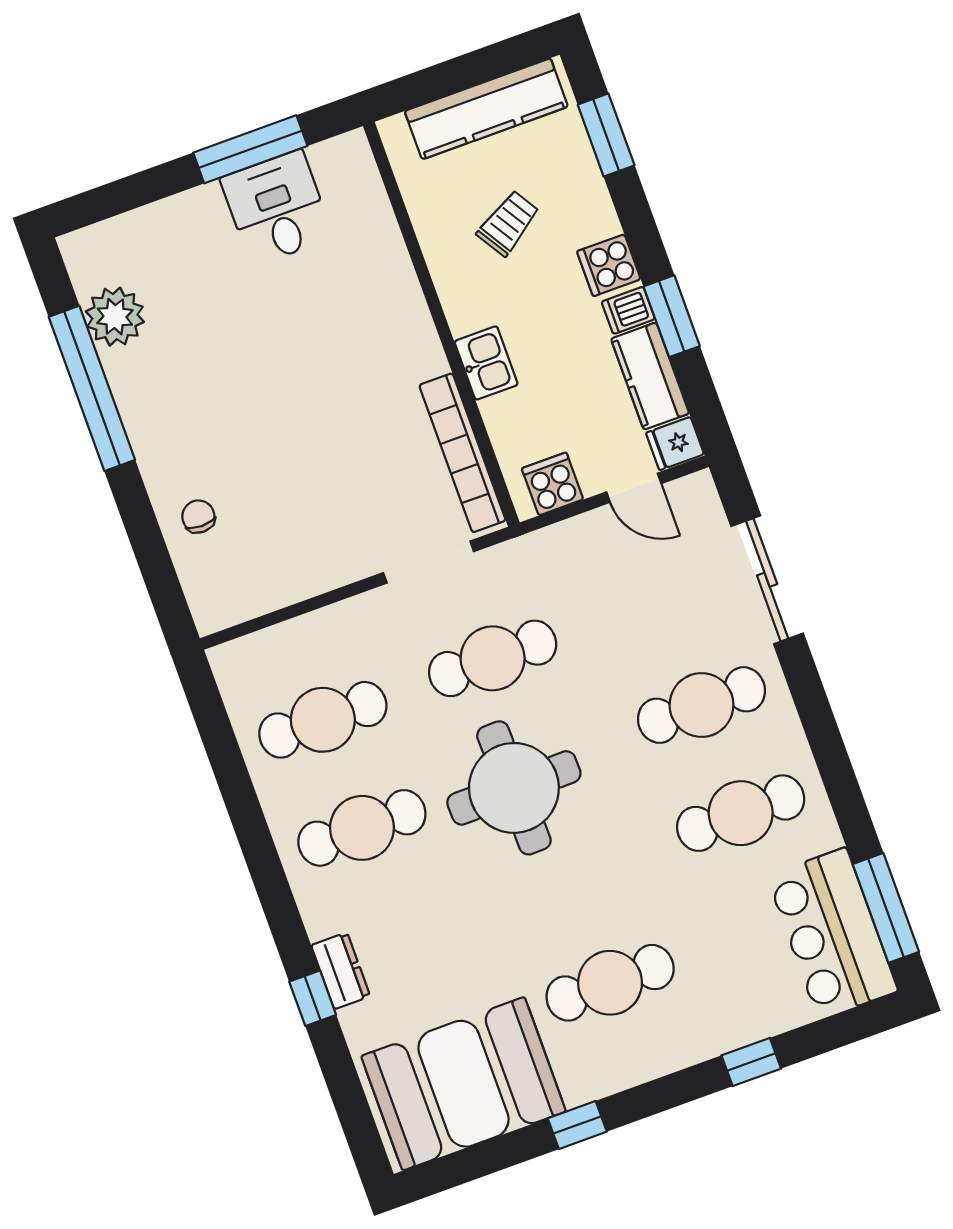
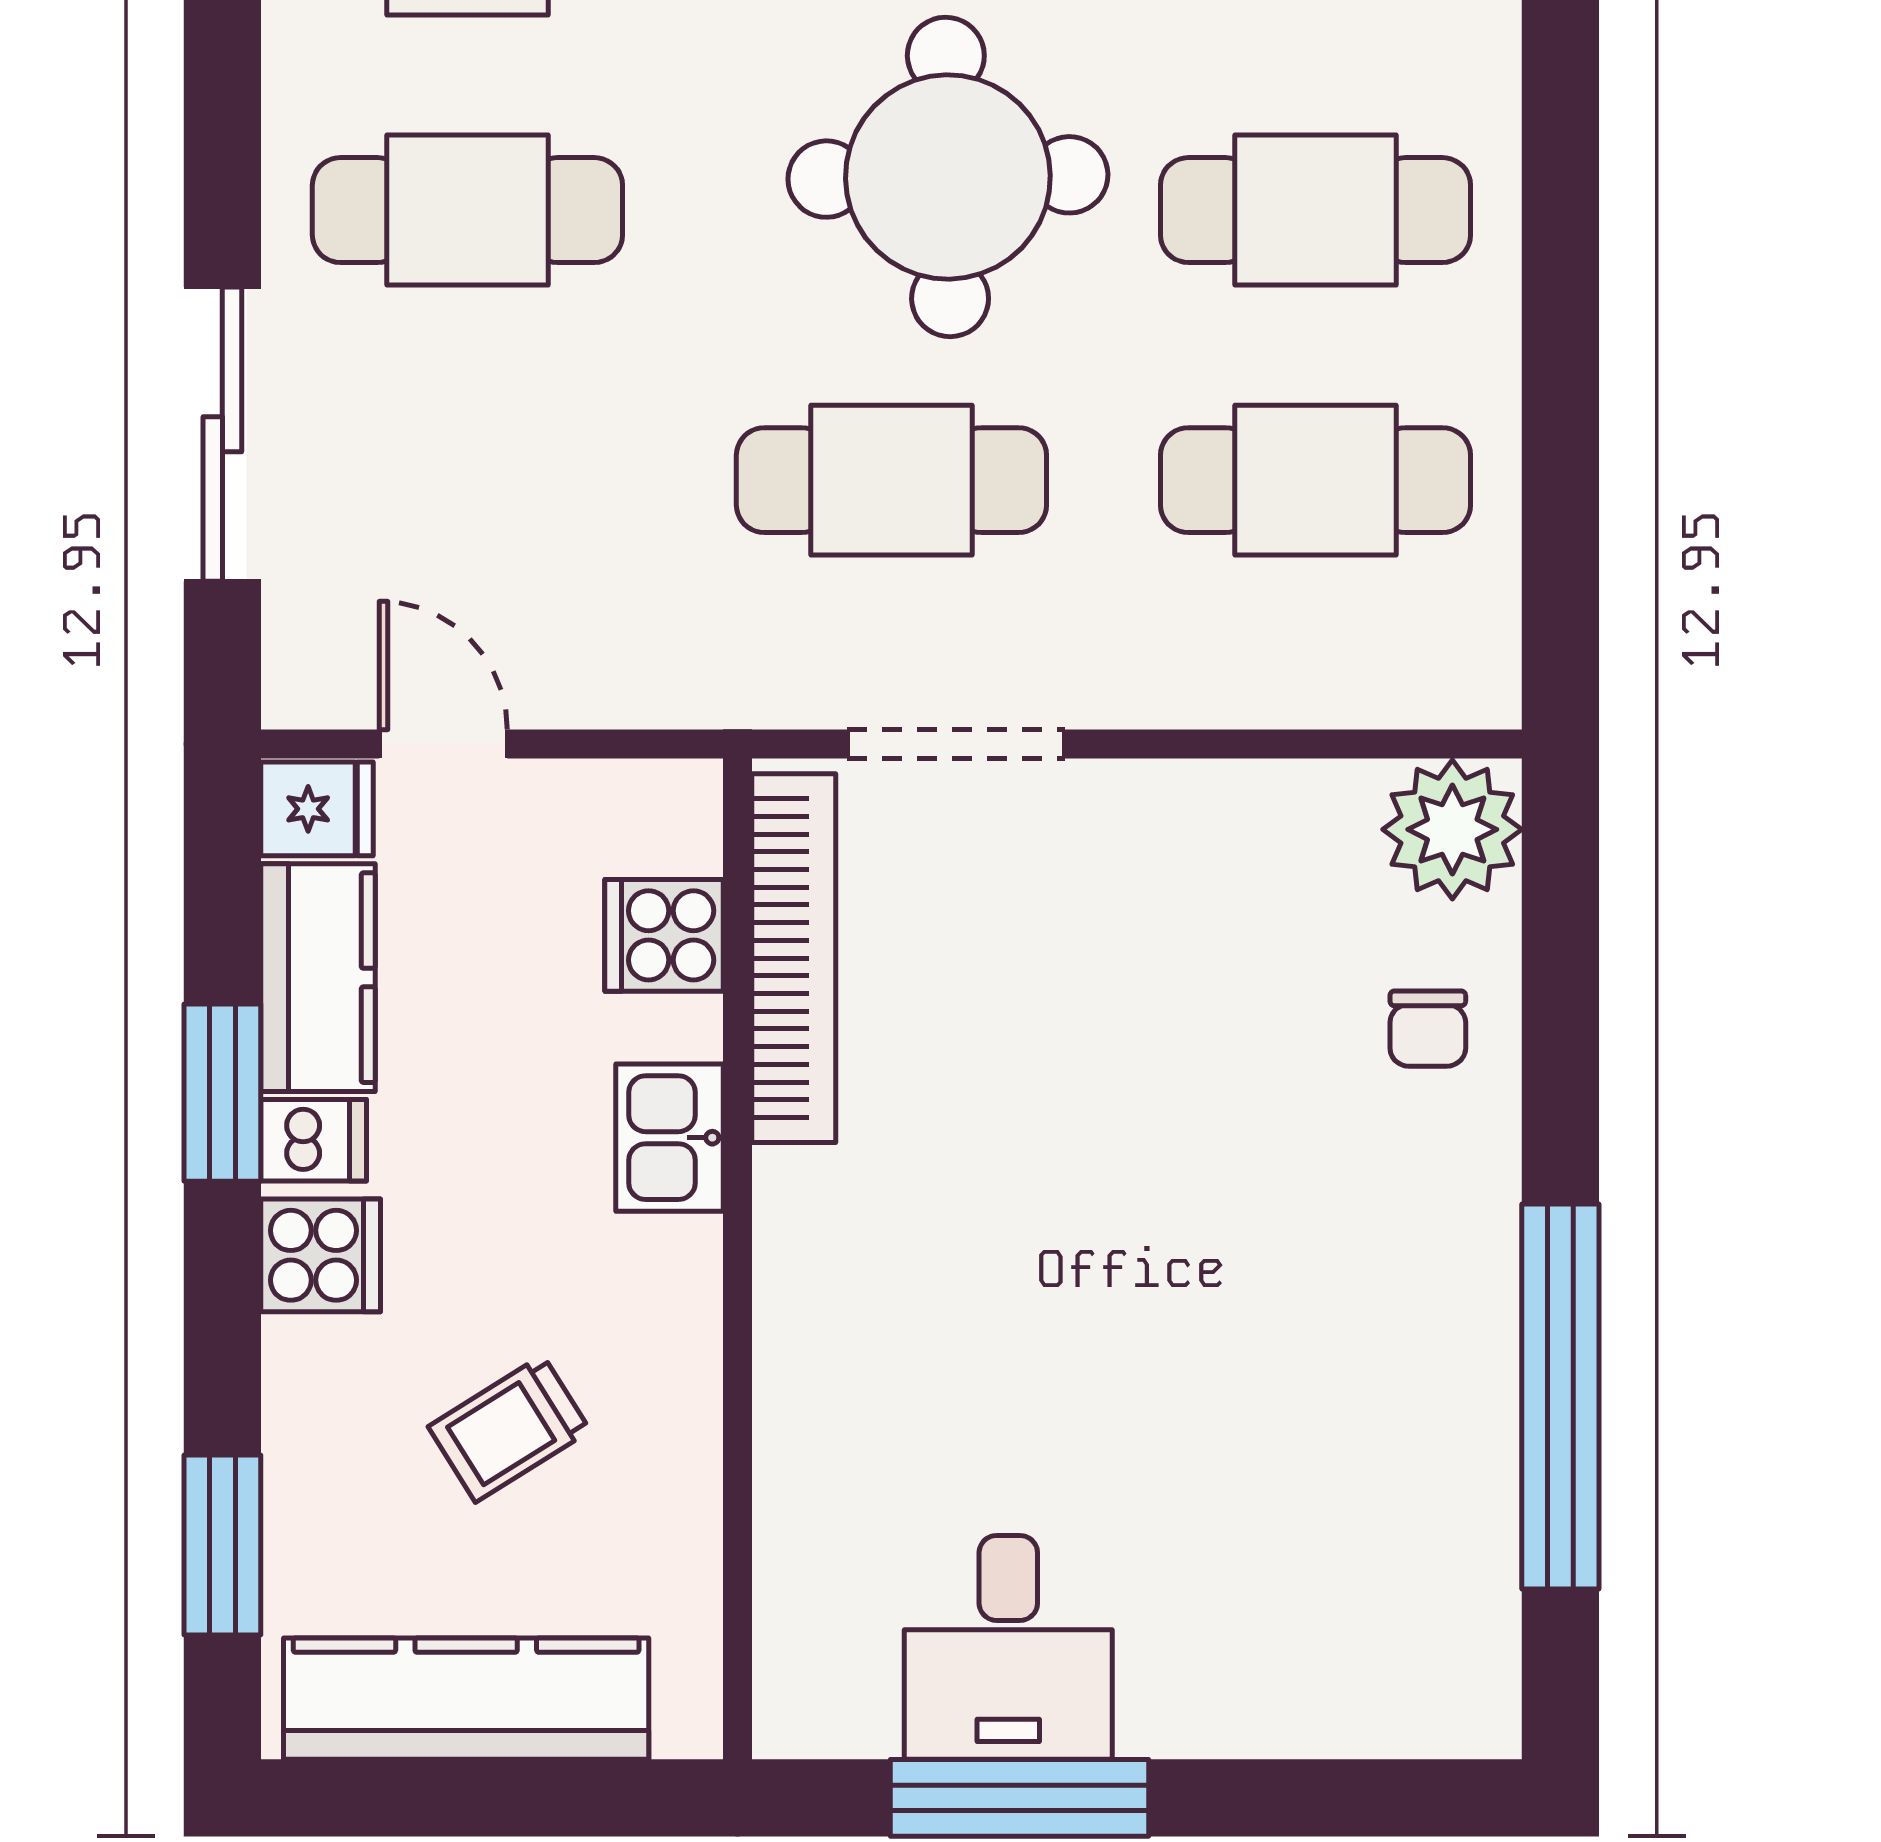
plant: (115, 317) -> (1452, 829), moved
cooker: (552, 484) -> (664, 935), moved, turned 90

